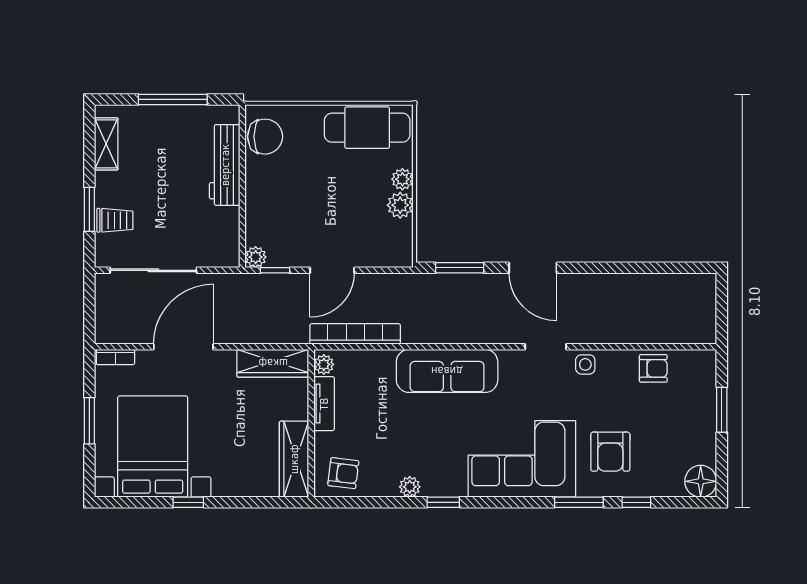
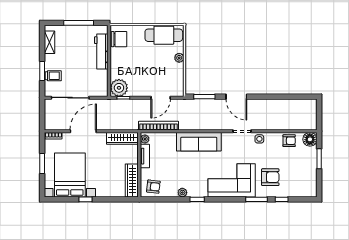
plant: (400, 205) -> (178, 69), removed
plant: (256, 257) -> (119, 88), width x1.88, depth x1.88
door: (332, 270) -> (161, 98), moved
armchair: (610, 452) -> (270, 177), turned -90
floor lamp: (701, 481) -> (310, 139), moved

